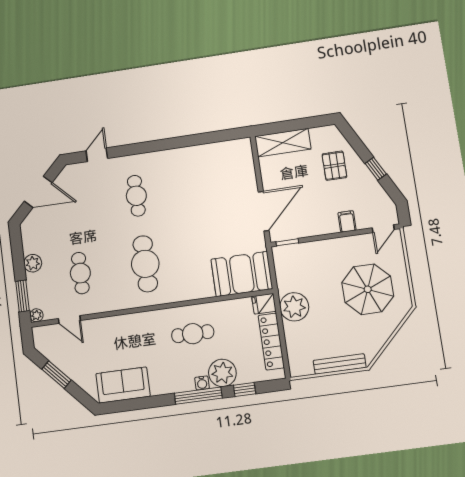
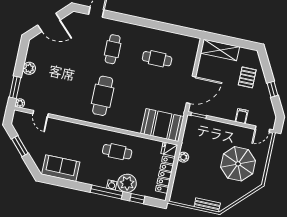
cafe table: (80, 273) -> (157, 59), moved, turned 90
plant: (294, 307) -> (183, 157), width x0.53, depth x0.53
bench: (340, 364) -> (207, 205), width x0.73

